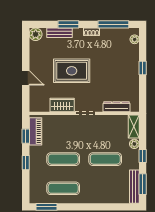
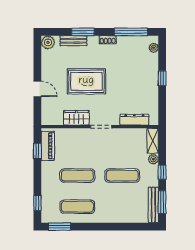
window: (26, 163) -> (37, 203), moved

